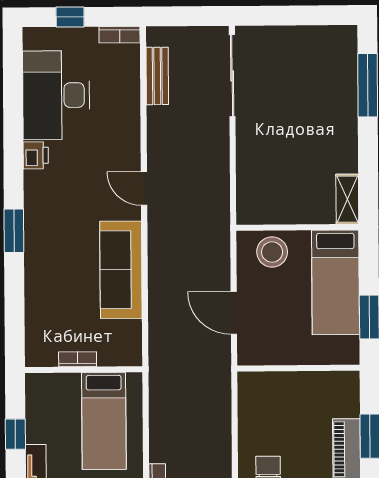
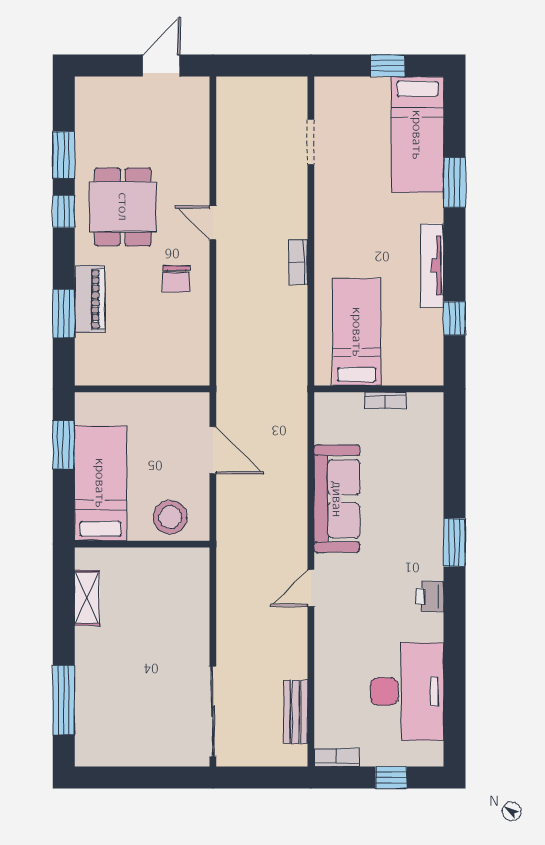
printer: (36, 155) -> (430, 596), moved
door: (144, 189) -> (311, 588), swing flipped
shelving: (347, 199) -> (87, 598), moved

